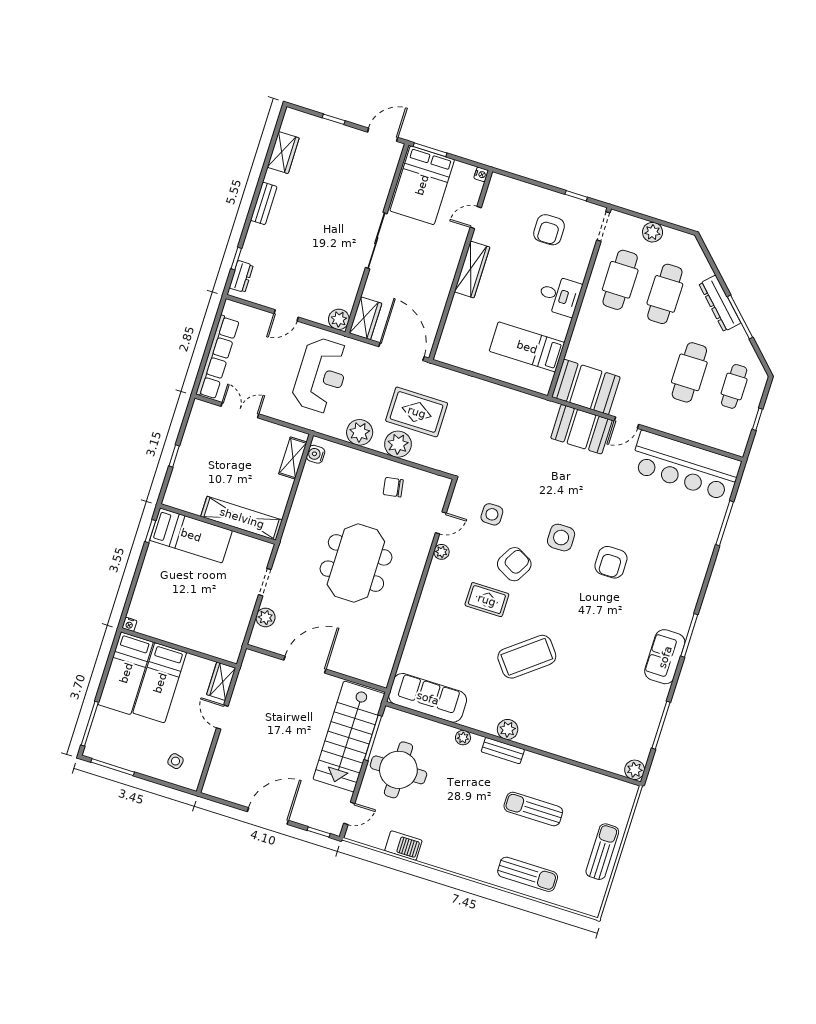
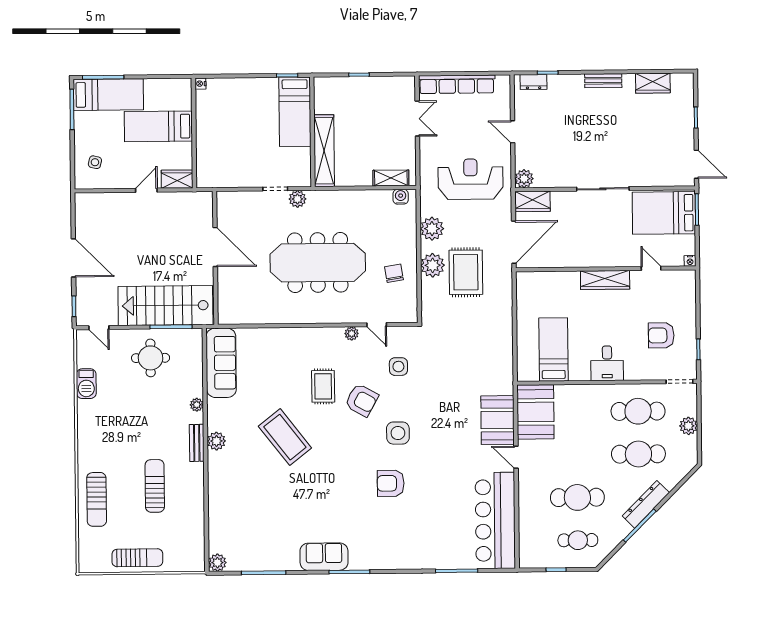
reception desk: (321, 375) -> (470, 179), turned 180
meeting table: (356, 563) -> (318, 263), width x1.36
plant: (265, 617) -> (297, 199), moved
bed: (126, 673) -> (108, 95), moved, turned 180
round table: (398, 770) -> (151, 358), width x0.73, depth x0.73

